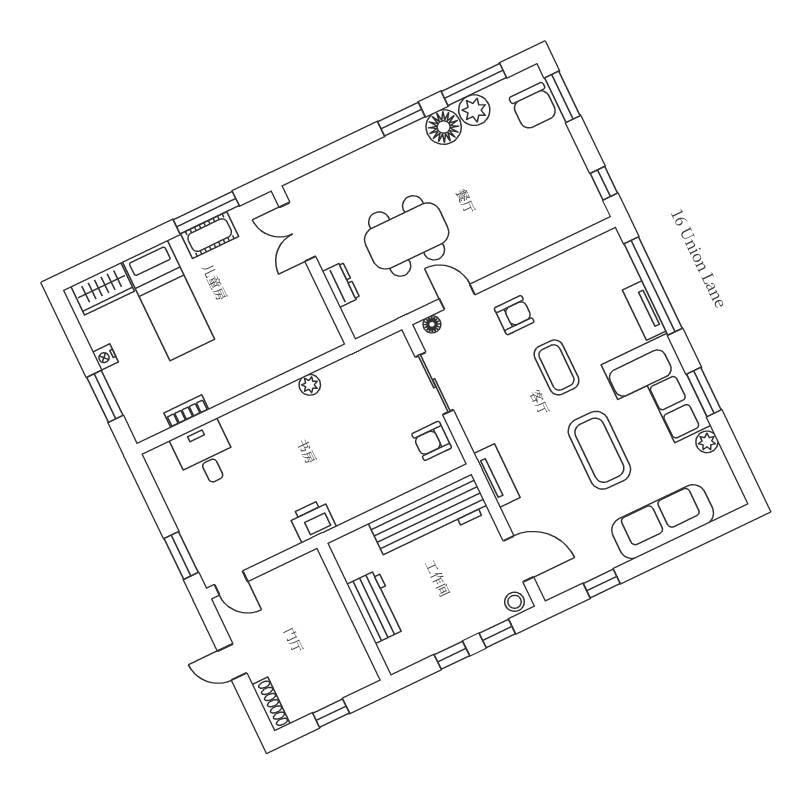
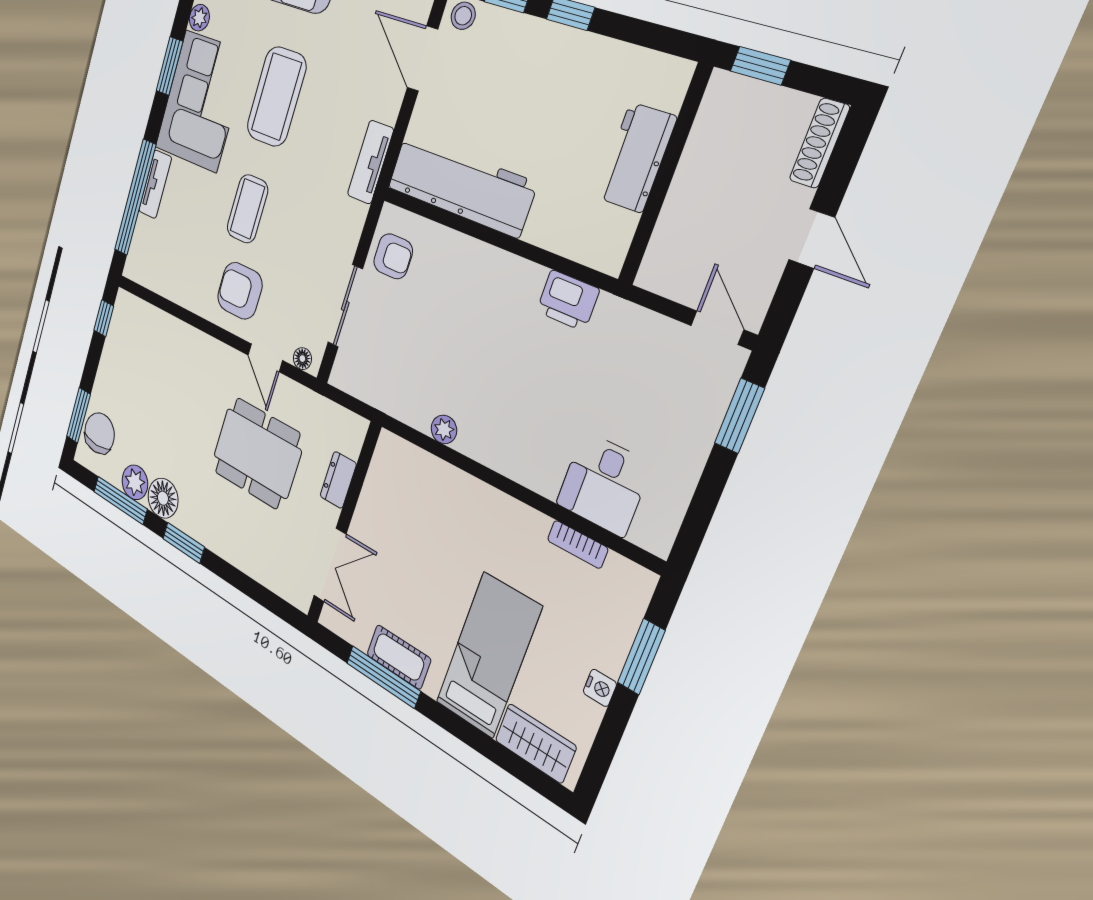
armchair: (514, 315) -> (240, 291), width x1.38, depth x1.38
workbench: (376, 607) -> (636, 158), moved
wall: (354, 612) -> (665, 176), moved

